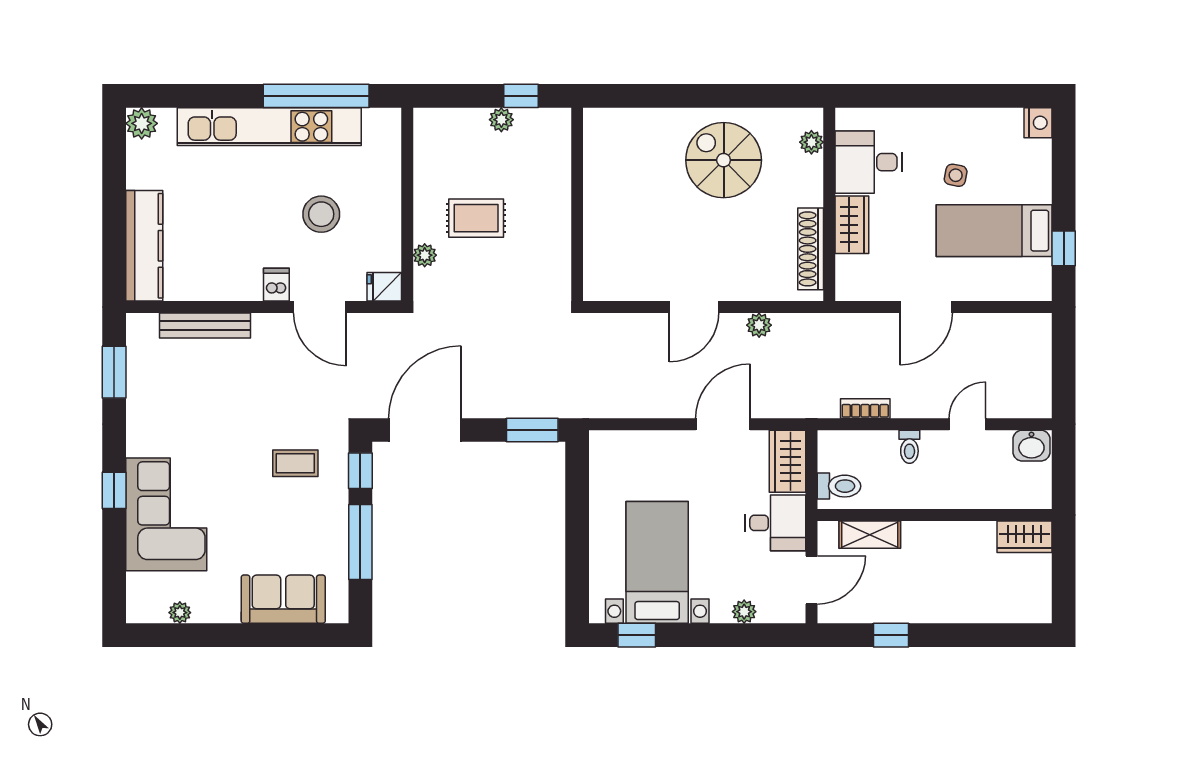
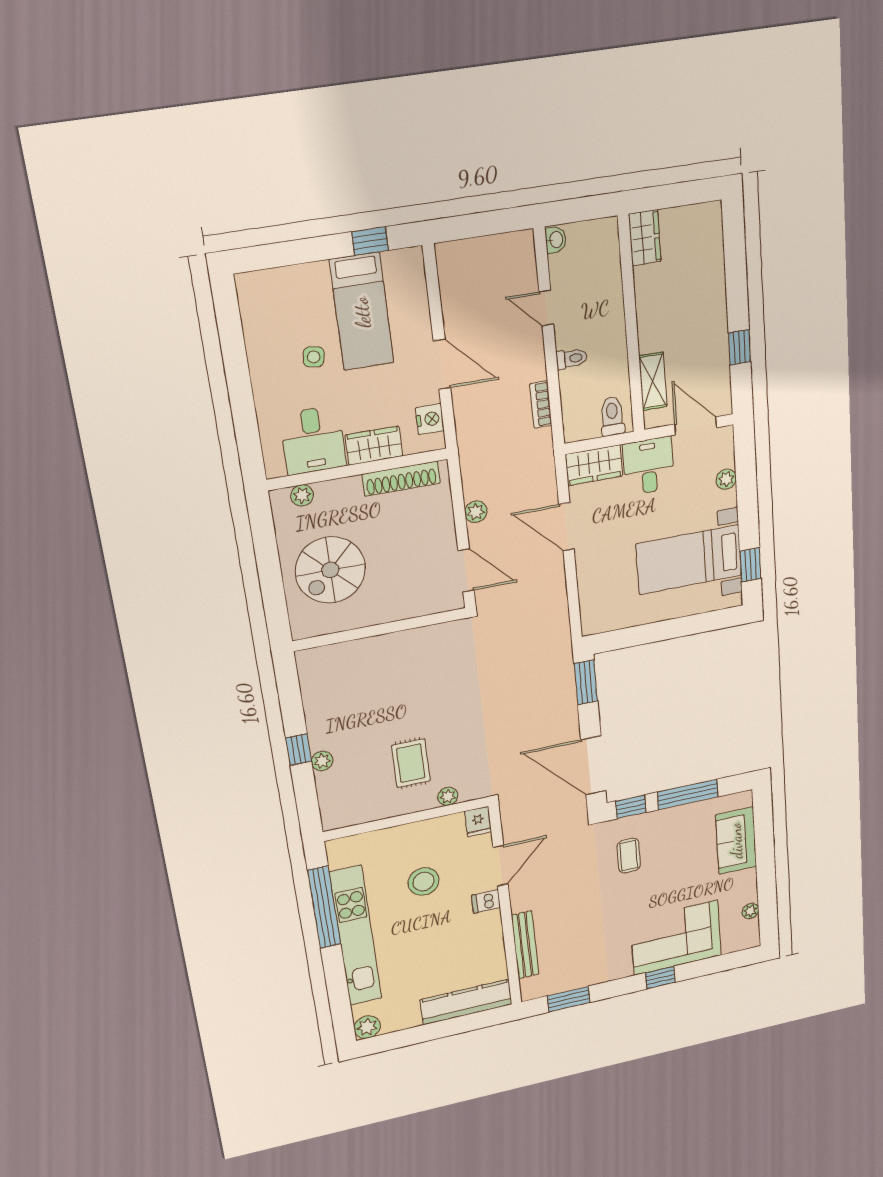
nightstand: (1038, 123) -> (430, 419), moved, turned 90
wall: (577, 204) -> (380, 629), moved
washbasin: (1031, 446) -> (556, 240), width x0.72, depth x0.69

